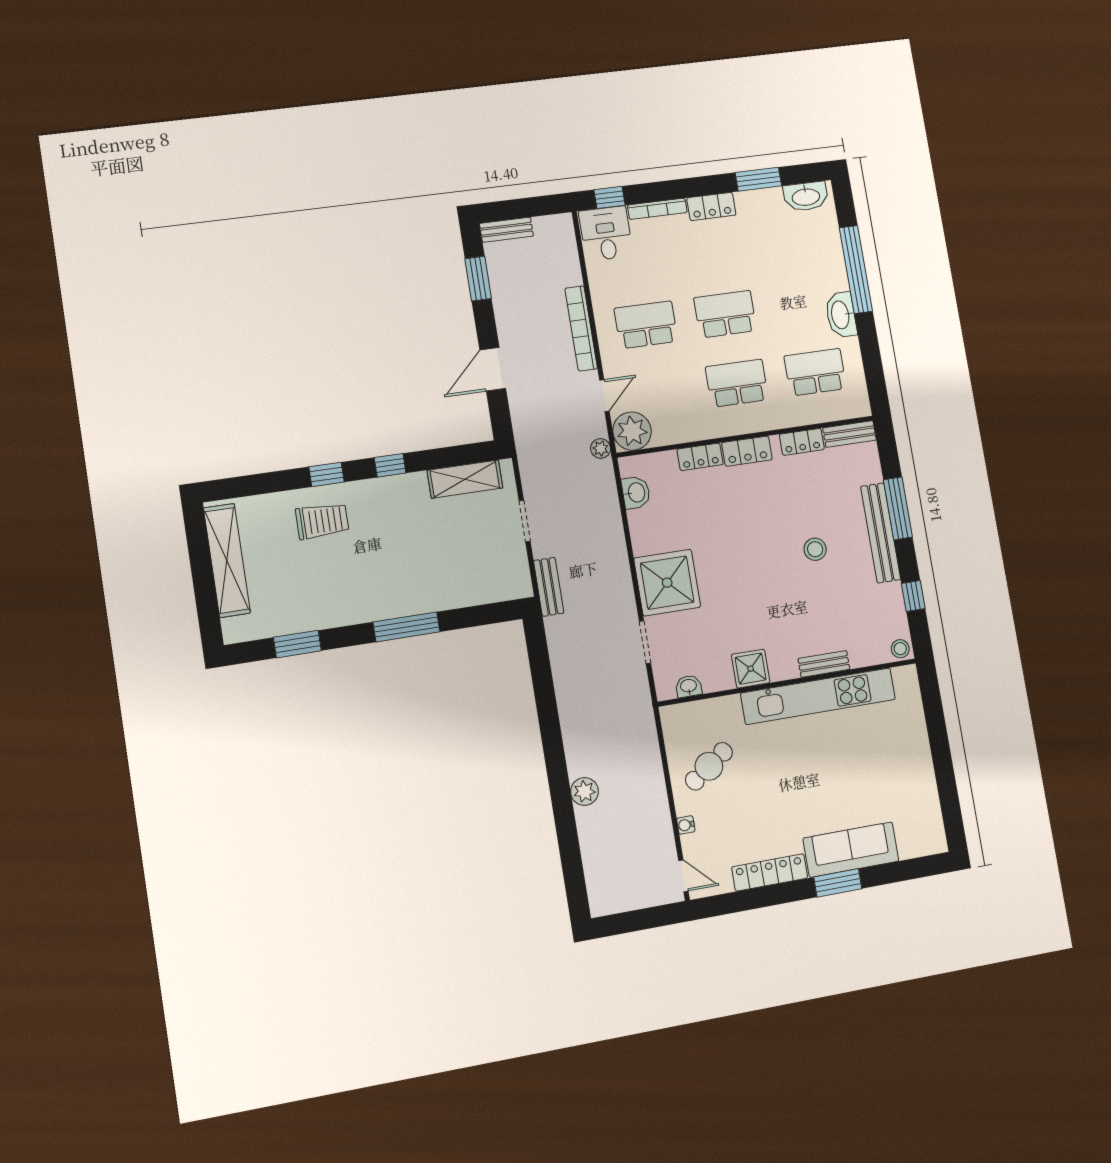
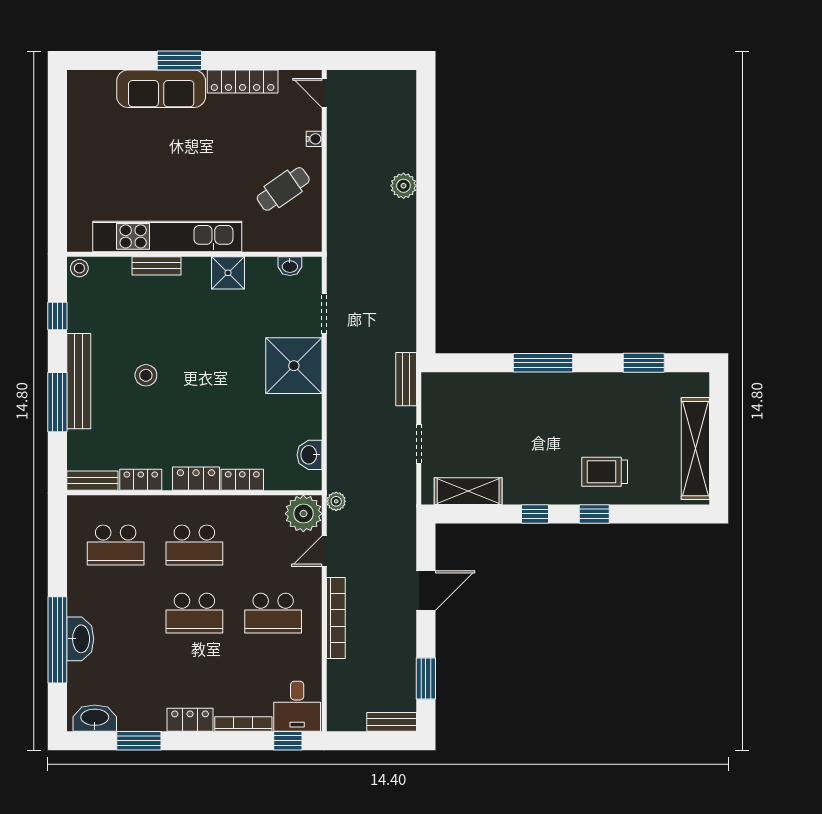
washbasin: (841, 315) -> (80, 639), moved

